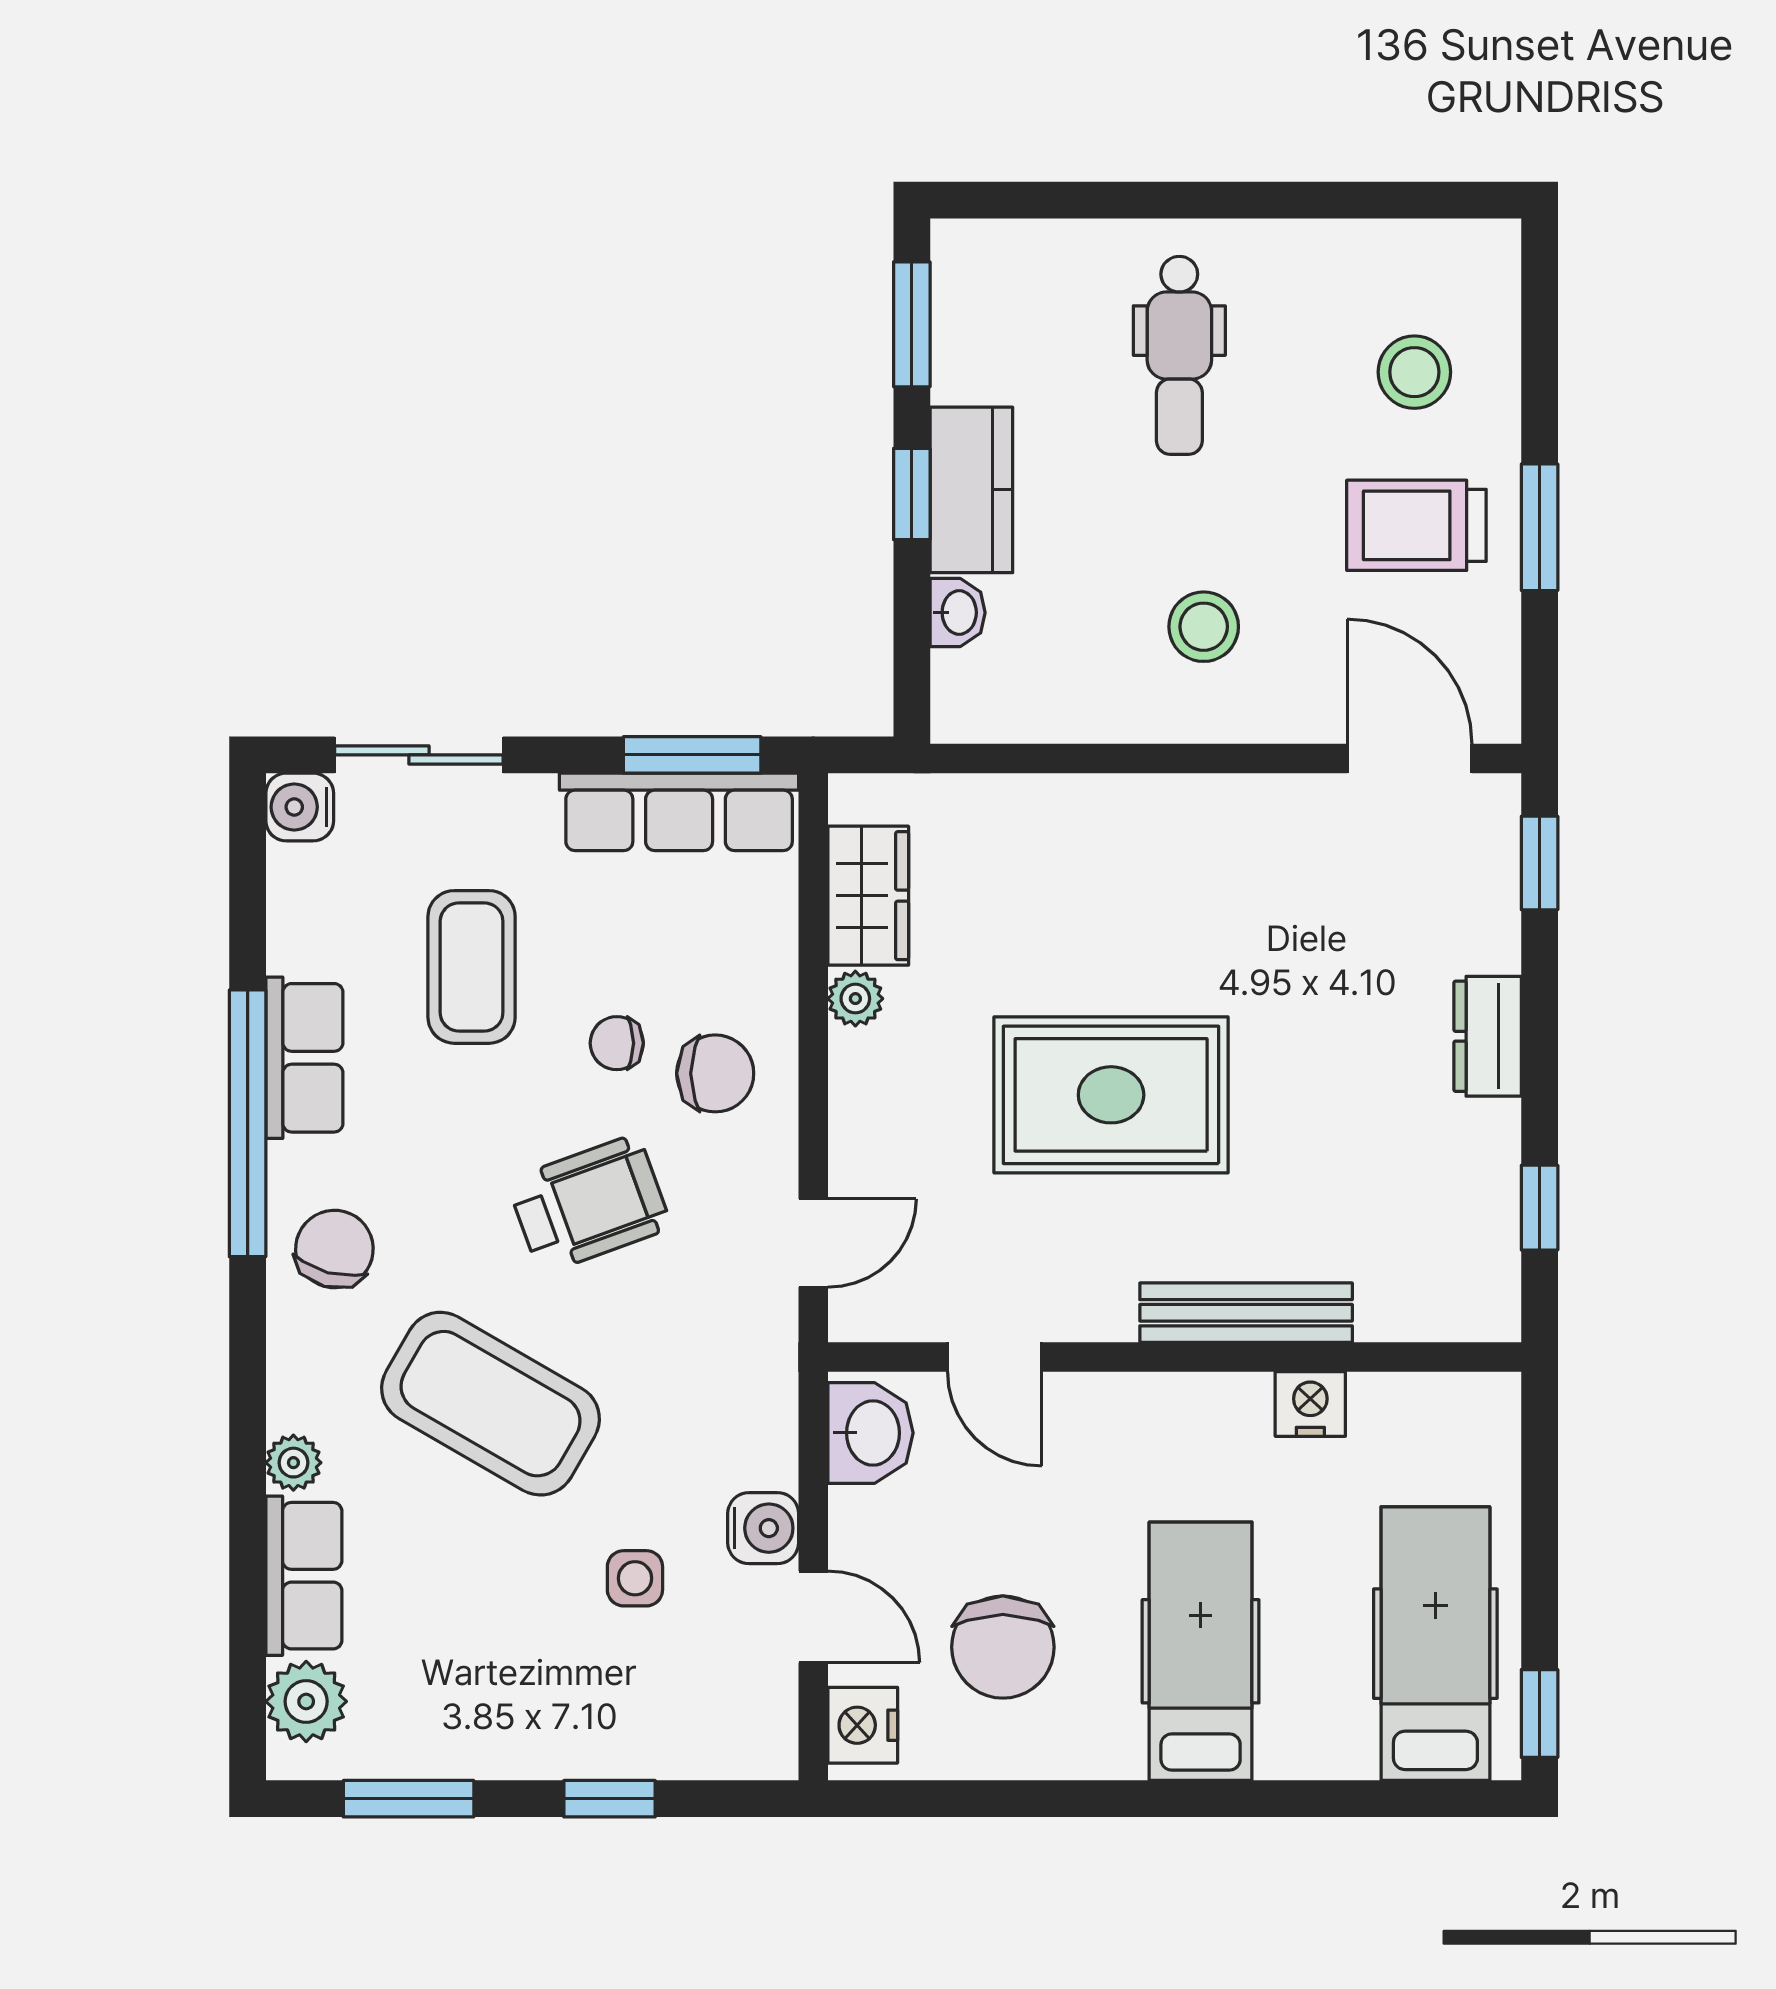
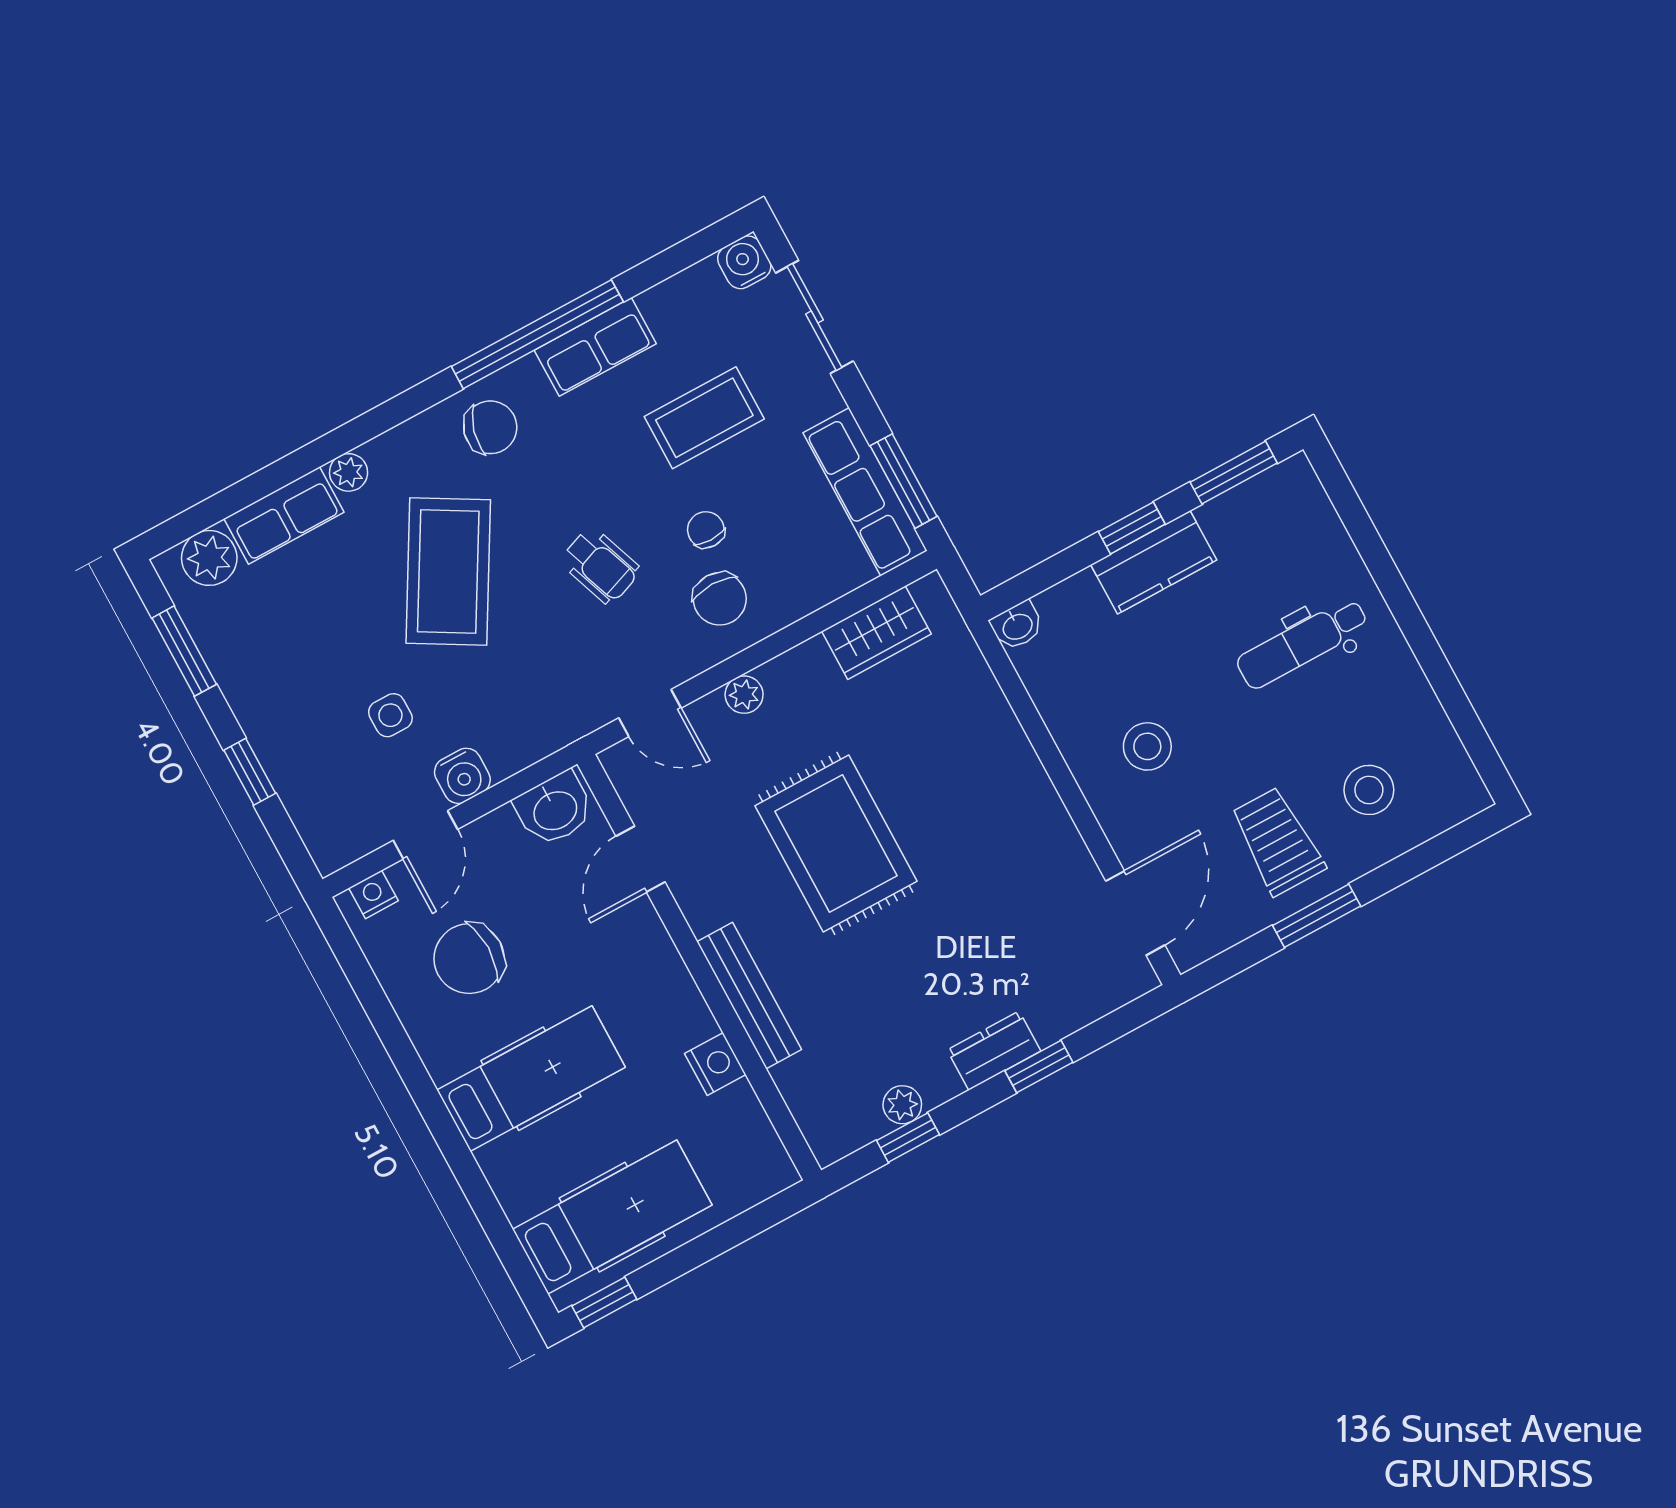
washbasin: (958, 613) -> (1017, 626), moved
window: (1540, 863) -> (1039, 1067), moved
plant: (855, 999) -> (744, 695), moved
plant: (1493, 1192) -> (902, 1105), added
wheelchair: (589, 1204) -> (600, 566), width x0.73, depth x0.73
nightstand: (863, 1725) -> (374, 894), width x0.72, depth x0.74

